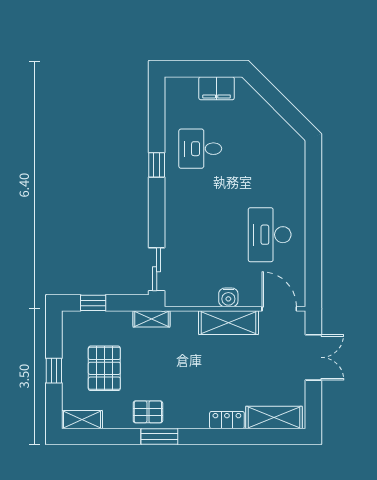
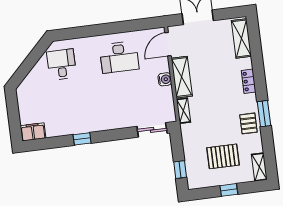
filing cabinet: (217, 88) -> (33, 132), moved, turned -90
desk: (200, 149) -> (61, 64), moved, turned 180
shelving: (151, 319) -> (183, 111), moved
locker: (227, 420) -> (249, 81), moved

